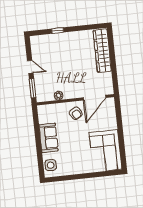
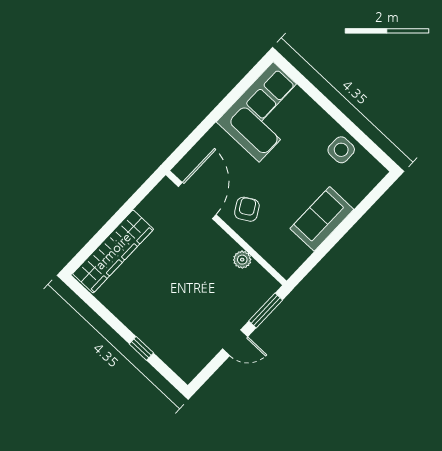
door: (30, 67) -> (235, 343), swing flipped
door: (95, 98) -> (197, 201), hinge flipped
side table: (51, 165) -> (341, 150), moved

